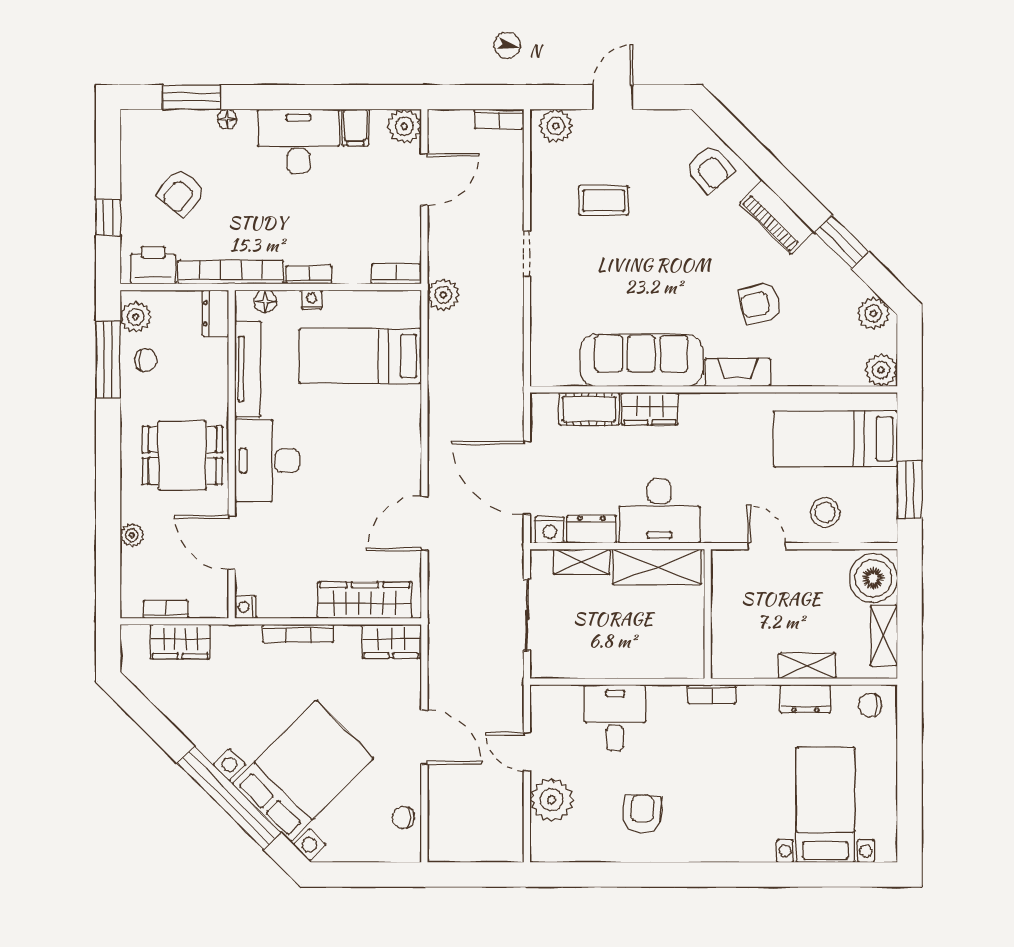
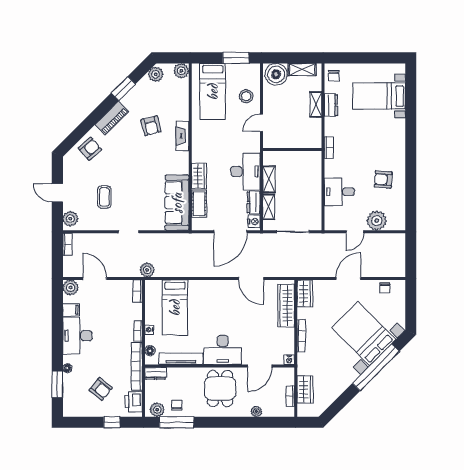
sofa: (641, 360) -> (177, 203), moved
shelving: (657, 567) -> (269, 179), width x0.67, depth x0.75

